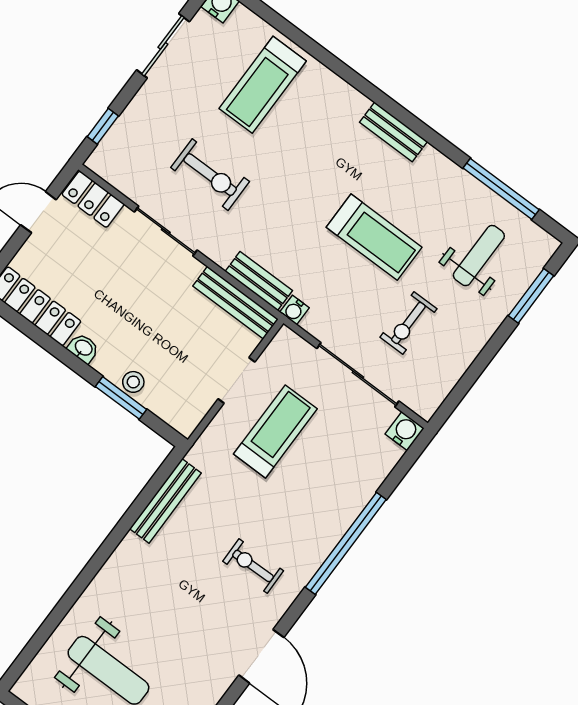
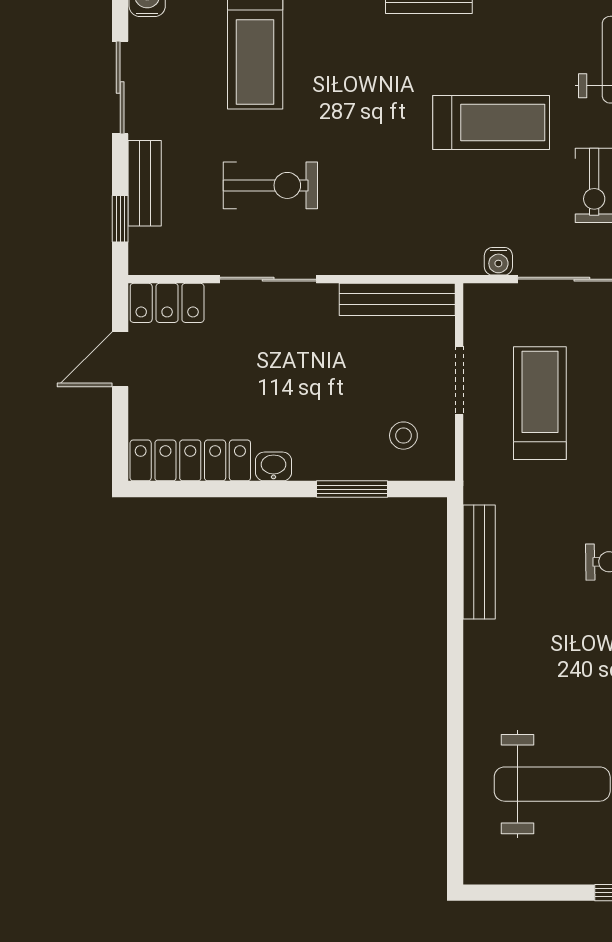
bench: (259, 281) -> (145, 183), moved, turned 90
water cooler: (294, 310) -> (498, 261), moved
stool: (133, 382) -> (403, 436), moved

